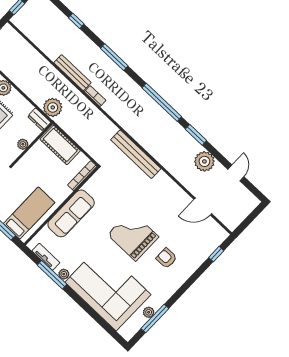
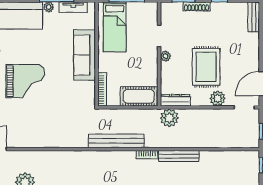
dresser: (39, 119) -> (175, 100), width x1.44
plant: (23, 144) -> (166, 56), moved
bench: (136, 154) -> (116, 141), moved

